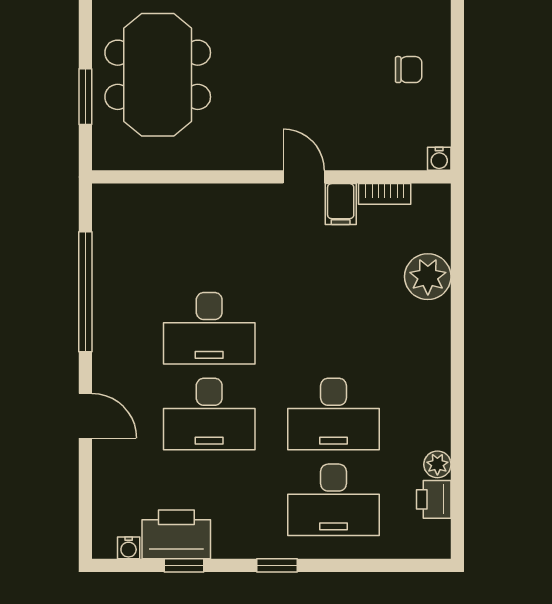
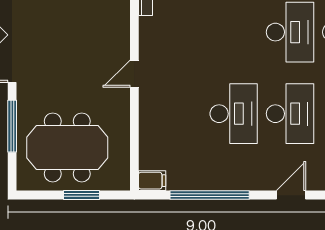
door: (304, 177) -> (134, 74), moved
filing cabinet: (341, 204) -> (152, 181), moved

